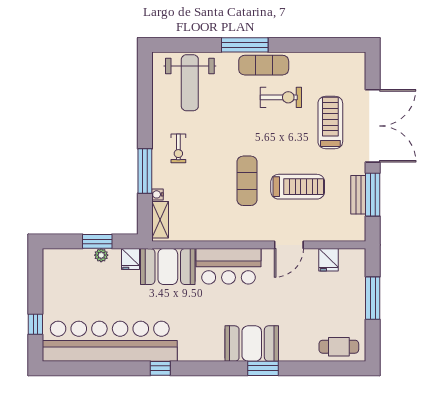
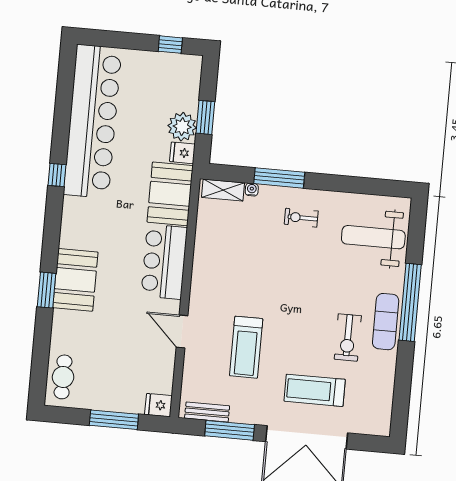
window: (245, 45) -> (410, 302), width x1.46
treadmill: (330, 122) -> (315, 390), turned 180
exercise mat: (247, 181) -> (258, 291), removed
bench: (358, 195) -> (207, 412), moved
plant: (101, 255) -> (182, 127), width x1.88, depth x1.88
fridge: (328, 260) -> (158, 405), moved
window: (35, 324) -> (170, 45), moved

